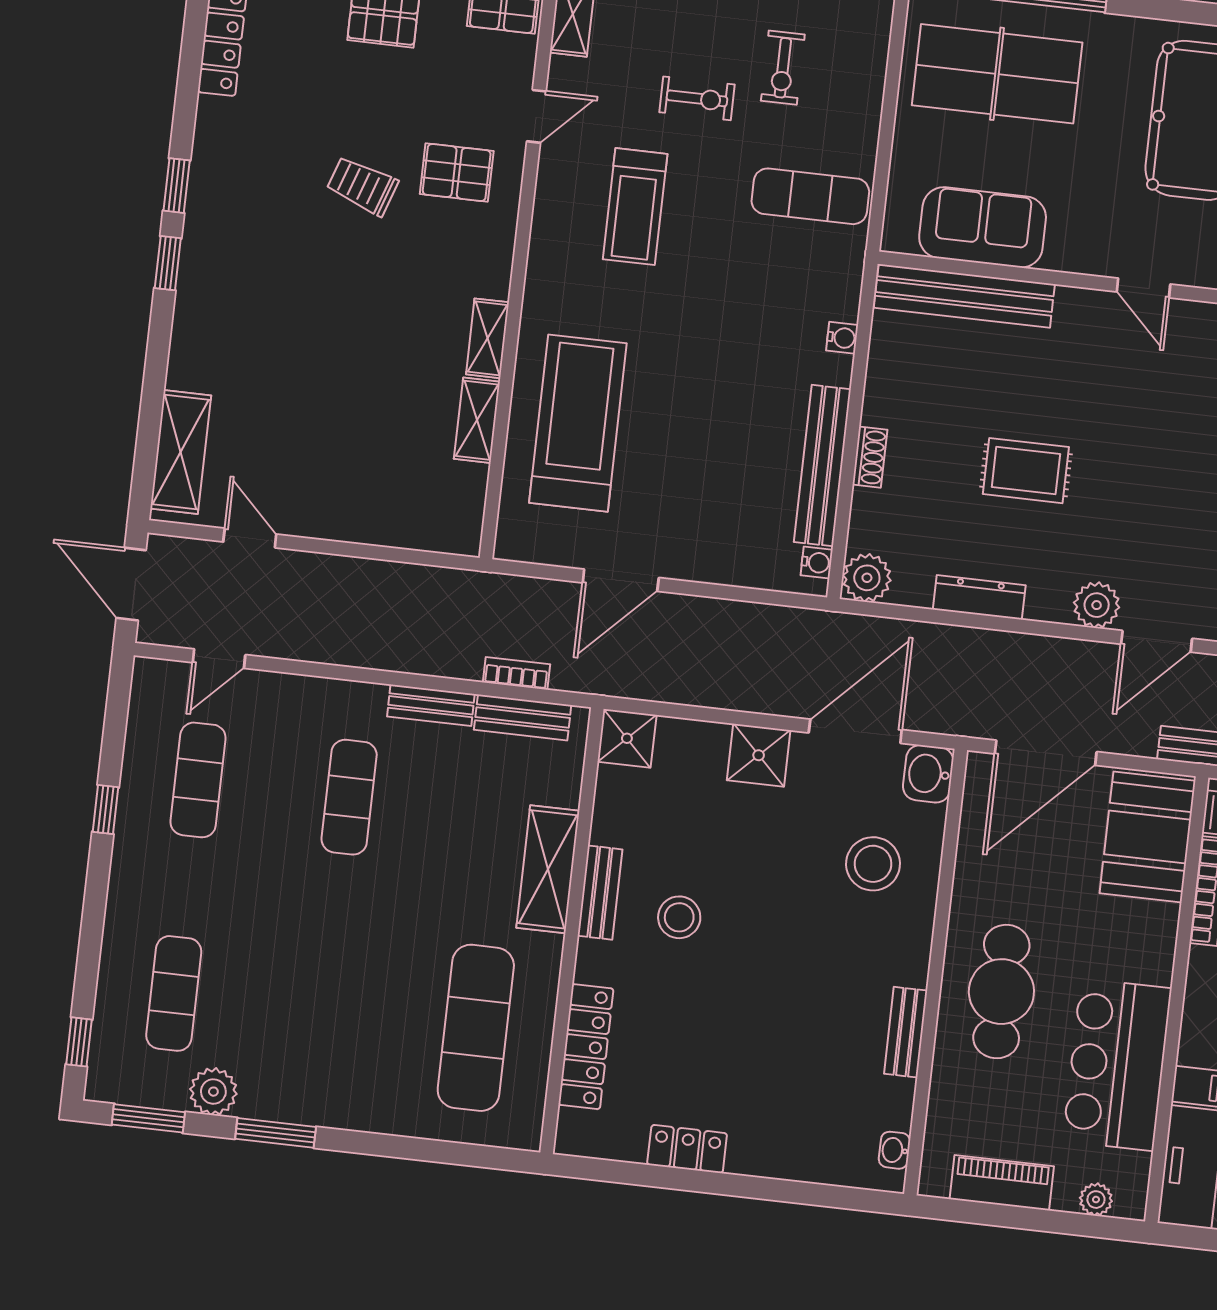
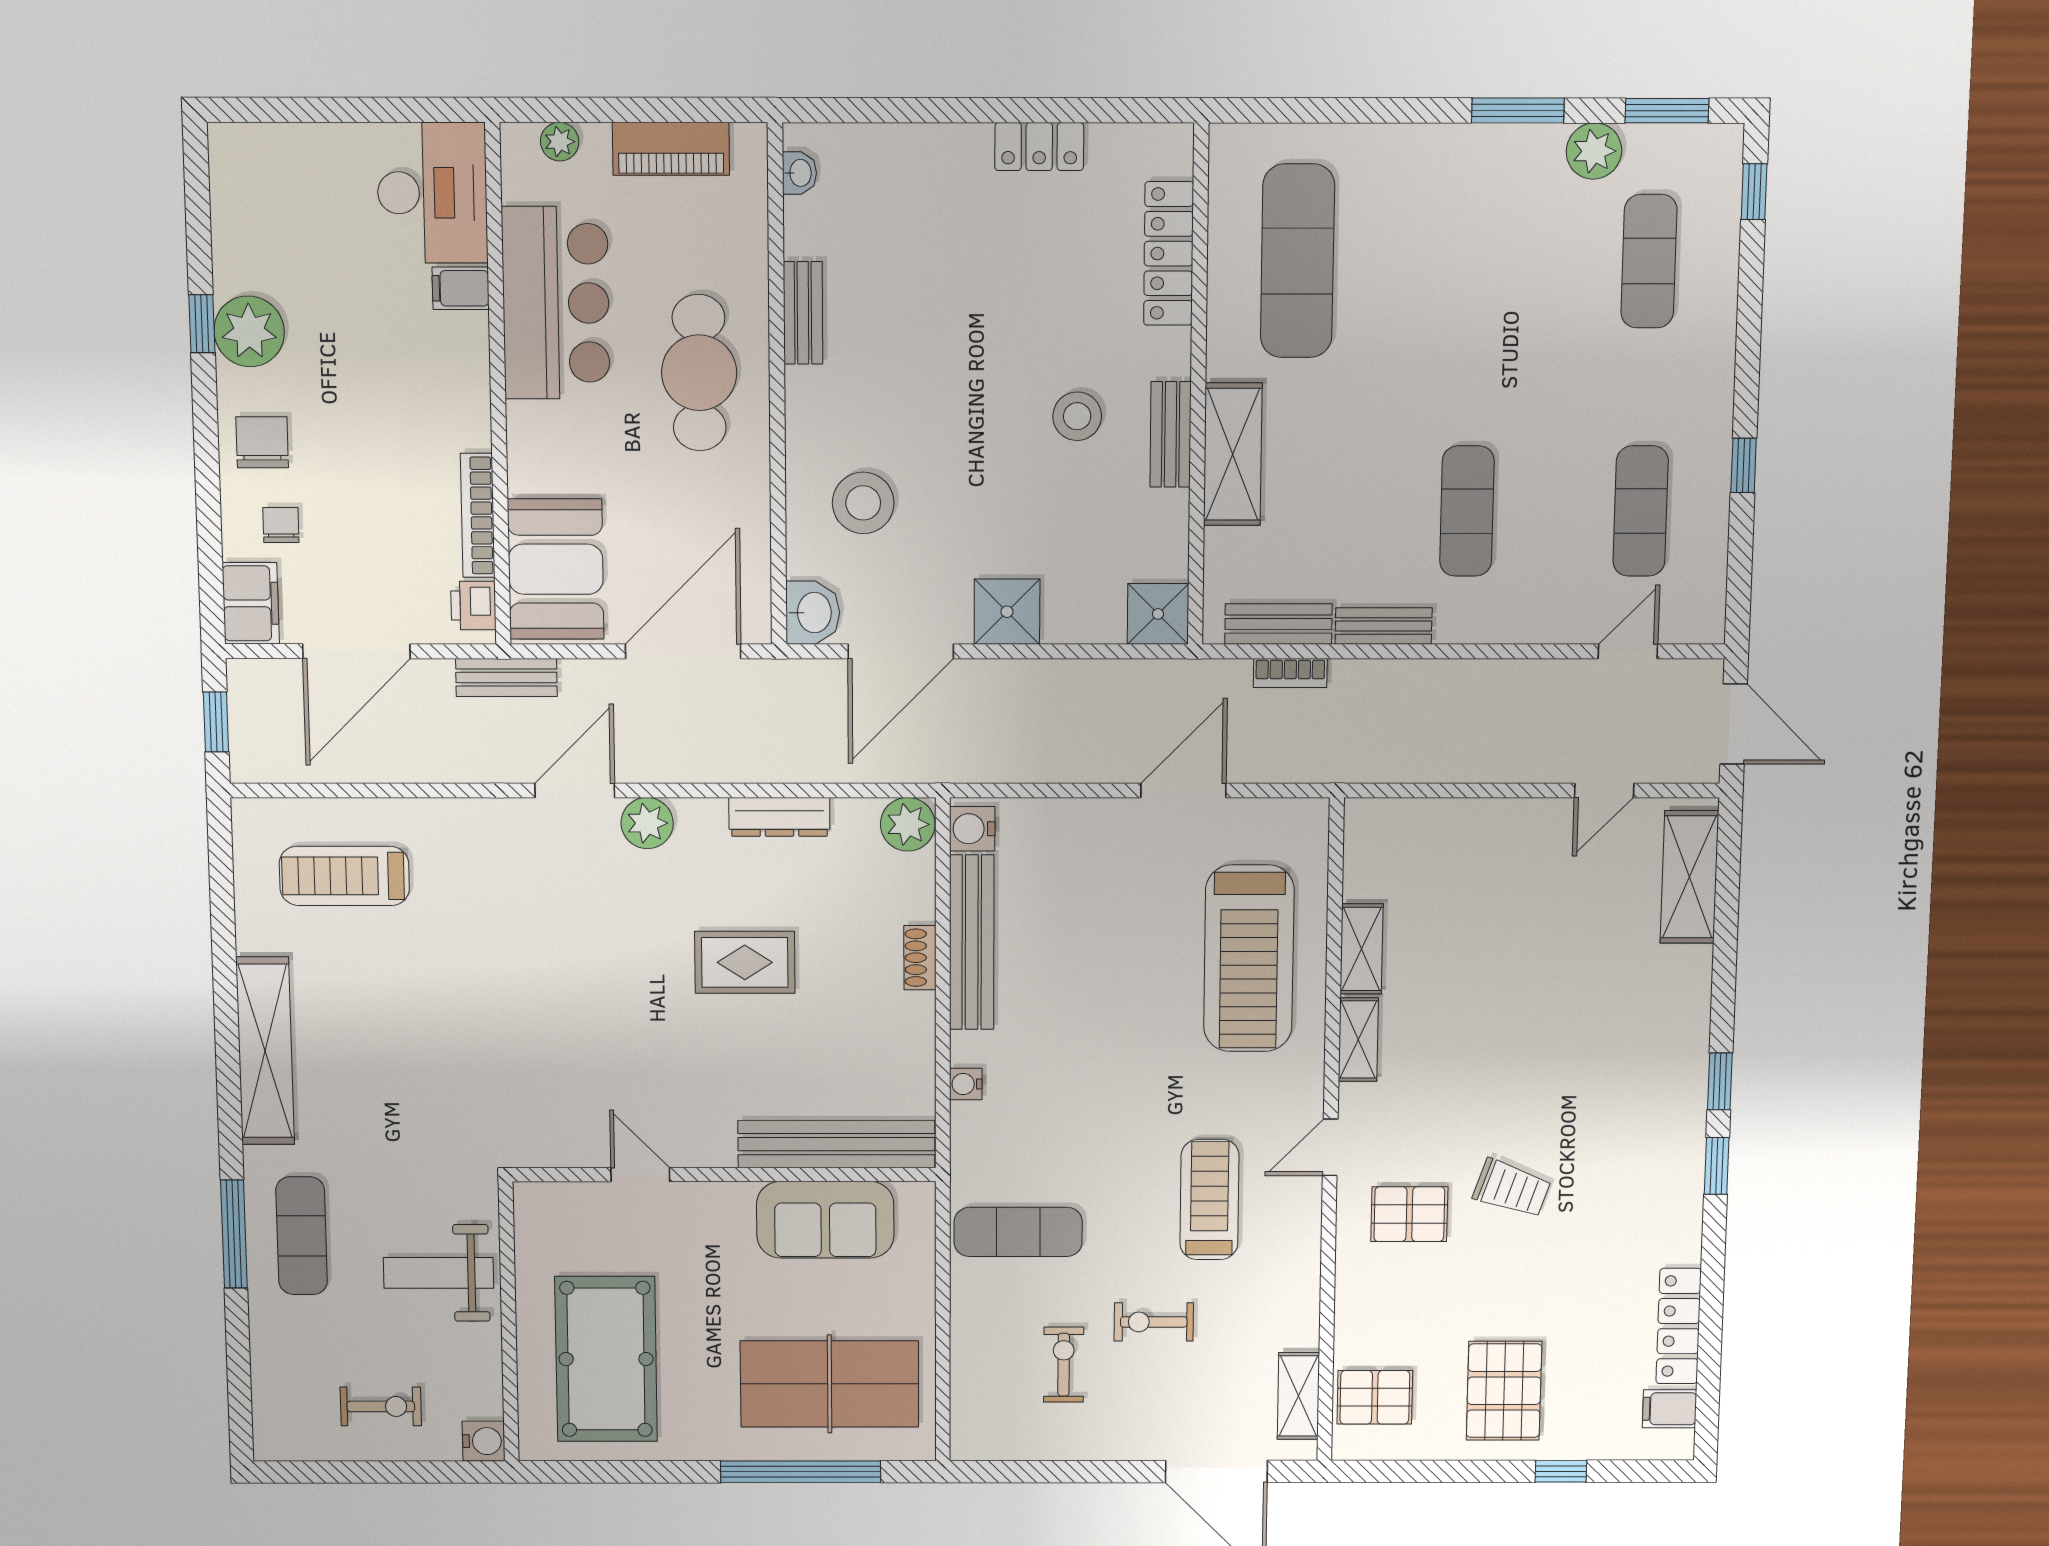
door: (536, 116) -> (1330, 1147), moved
door: (250, 538) -> (1604, 790), hinge flipped
water cooler: (817, 563) -> (972, 829), width x1.38, depth x1.38

